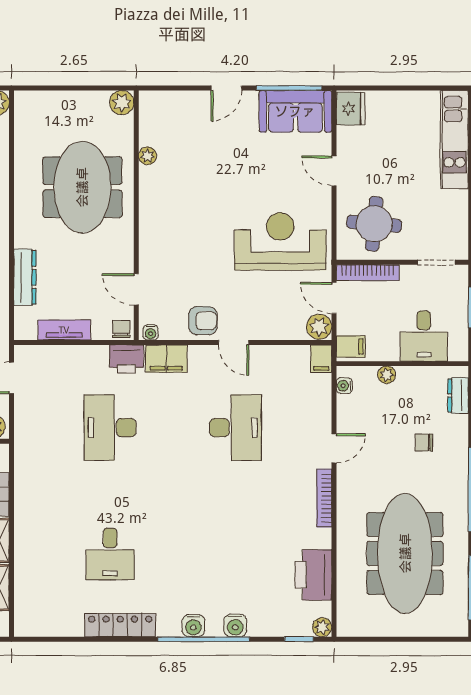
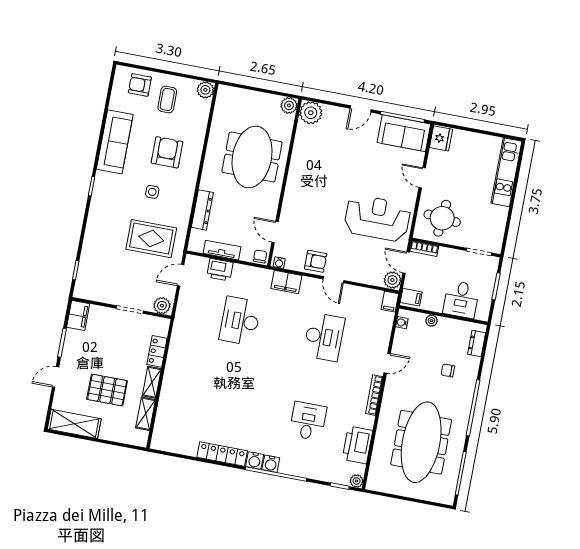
plant: (147, 156) -> (311, 113), moved, width x1.88, depth x1.88
bookcase: (368, 273) -> (424, 249), width x0.64
printer: (127, 359) -> (220, 270), moved
desk: (110, 554) -> (308, 421), moved, turned 180
water cooler: (235, 625) -> (255, 461), moved

